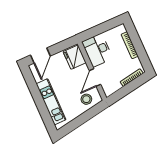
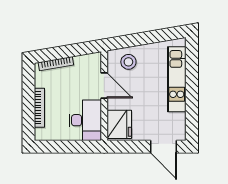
door: (40, 56) -> (163, 147), swing flipped
door: (95, 78) -> (104, 85), hinge flipped

